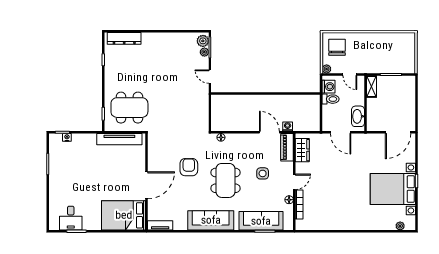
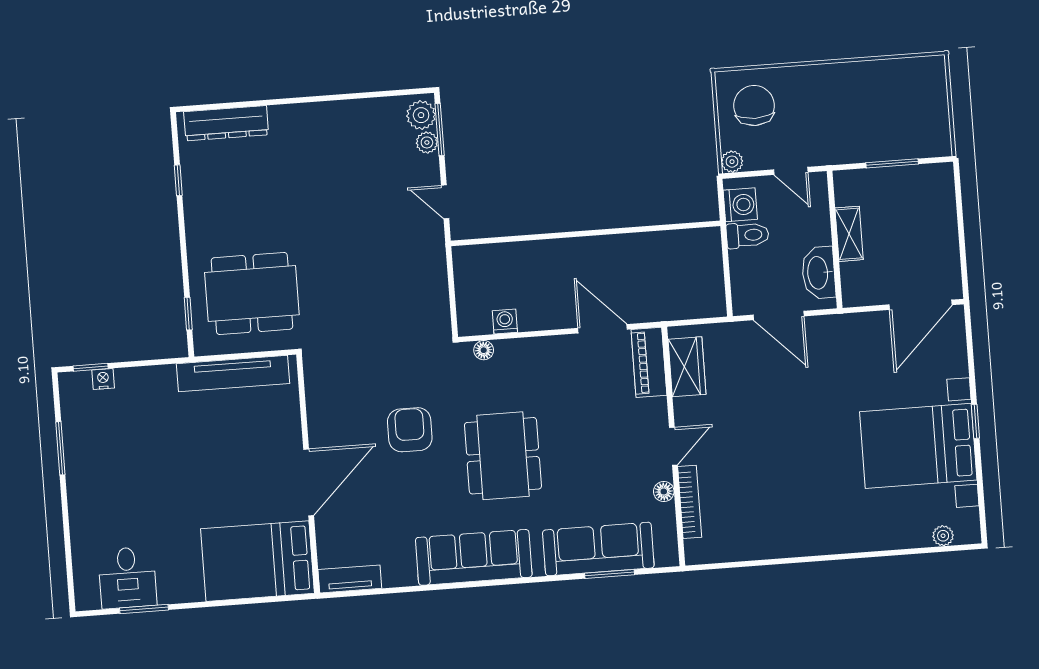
shelving: (371, 87) -> (849, 234), moved
washing machine: (288, 126) -> (505, 322), moved
side table: (263, 173) -> (593, 432), removed

